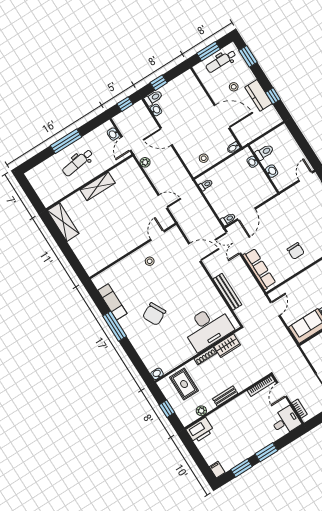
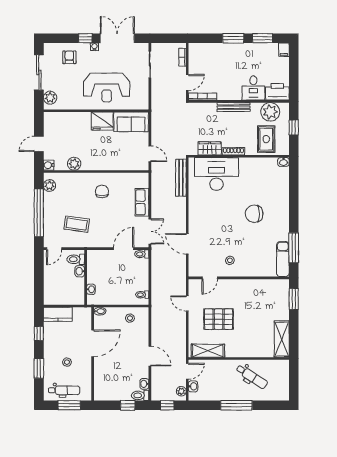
window: (248, 56) -> (39, 368), moved
kitchen counter: (258, 95) -> (58, 314), moved, turned 90
door: (222, 117) -> (93, 343), swing flipped
toilet: (264, 152) -> (76, 259), moved
plant: (145, 162) -> (181, 391), moved
dental chair: (78, 163) -> (252, 377), moved, turned 41
shelving: (98, 186) -> (208, 351), moved
pallet: (128, 205) -> (219, 319), added
coffee table: (300, 210) -> (77, 224), added
window: (75, 263) -> (294, 299), added
row of seats: (259, 269) -> (142, 202), width x0.68
bench: (227, 292) -> (181, 178), moved
exam couch: (112, 302) -> (283, 259), moved
door: (275, 309) -> (150, 154), swing flipped
chair: (154, 314) -> (254, 214), turned -153
window: (115, 326) -> (294, 248), moved
bench: (225, 396) -> (234, 107), width x1.36
plant: (201, 411) -> (270, 112), width x1.87, depth x1.87
desk: (286, 421) -> (253, 88), moved, turned -90

